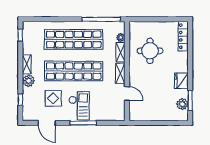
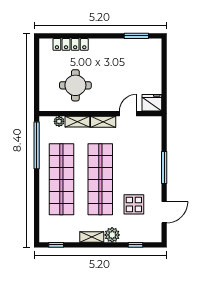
locker: (183, 36) -> (71, 44), moved
fridge: (181, 81) -> (152, 103), moved, turned 180
plant: (182, 104) -> (141, 45), removed
checkout: (79, 106) -> (143, 173), removed

